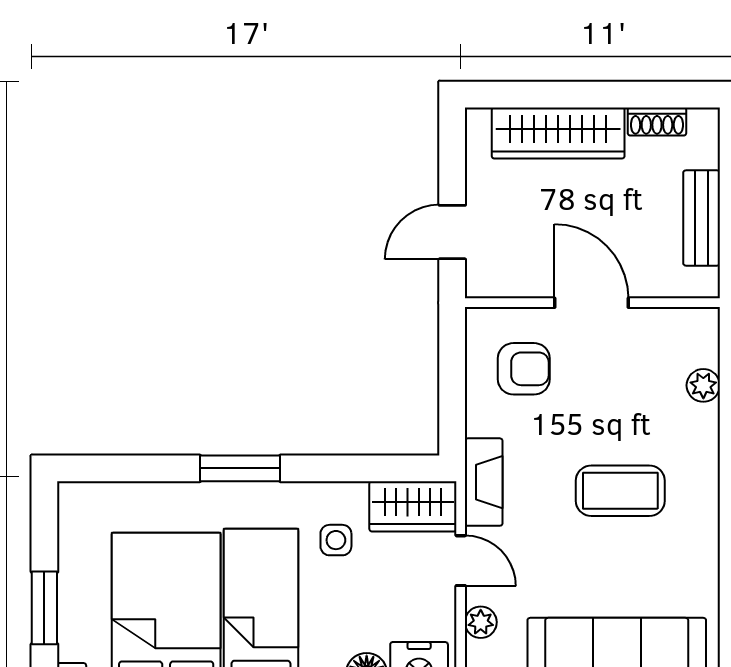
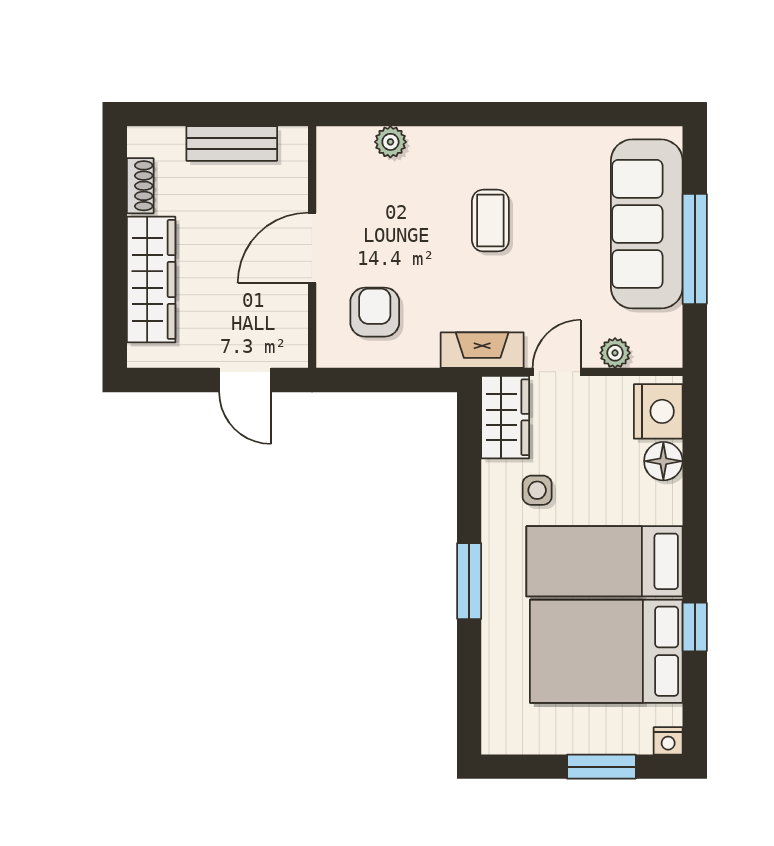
coffee table: (620, 491) -> (490, 221), width x0.73, depth x0.77

